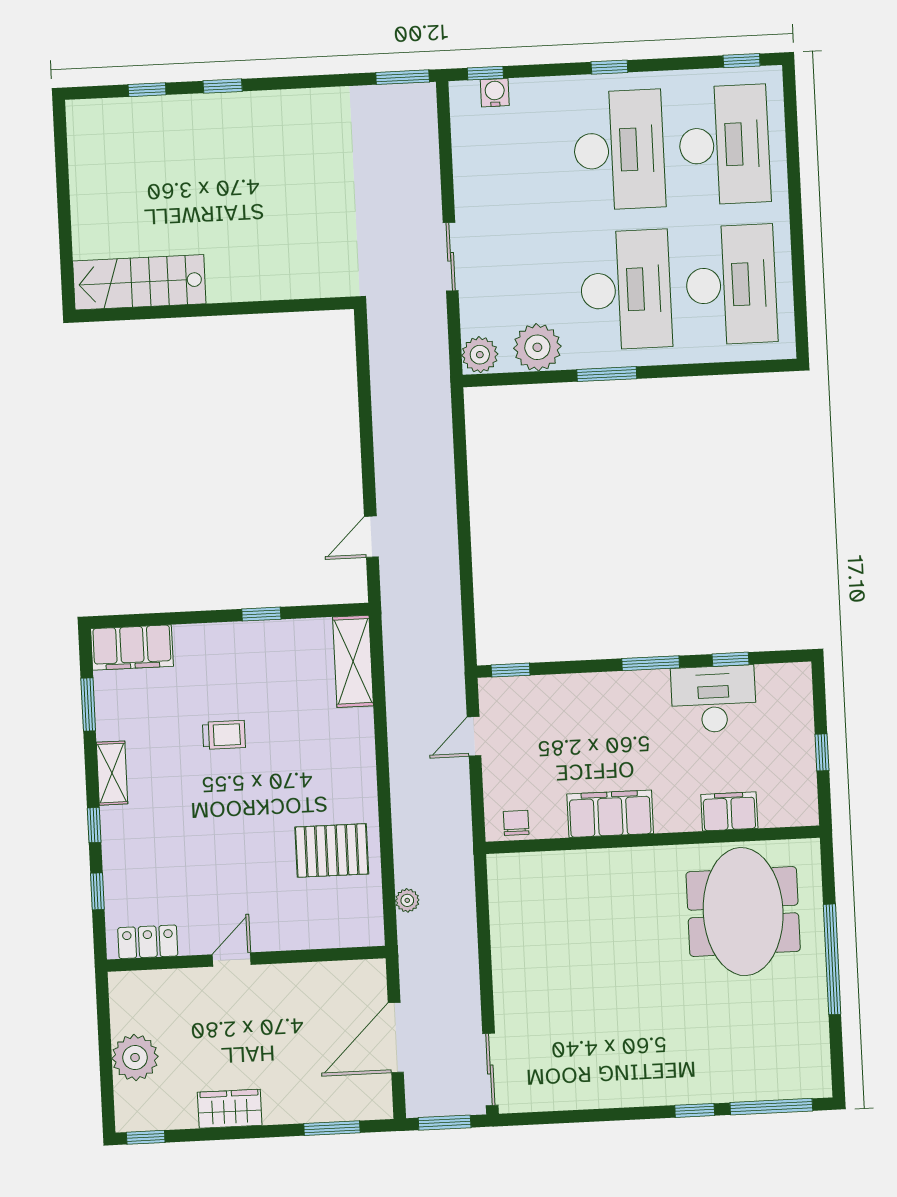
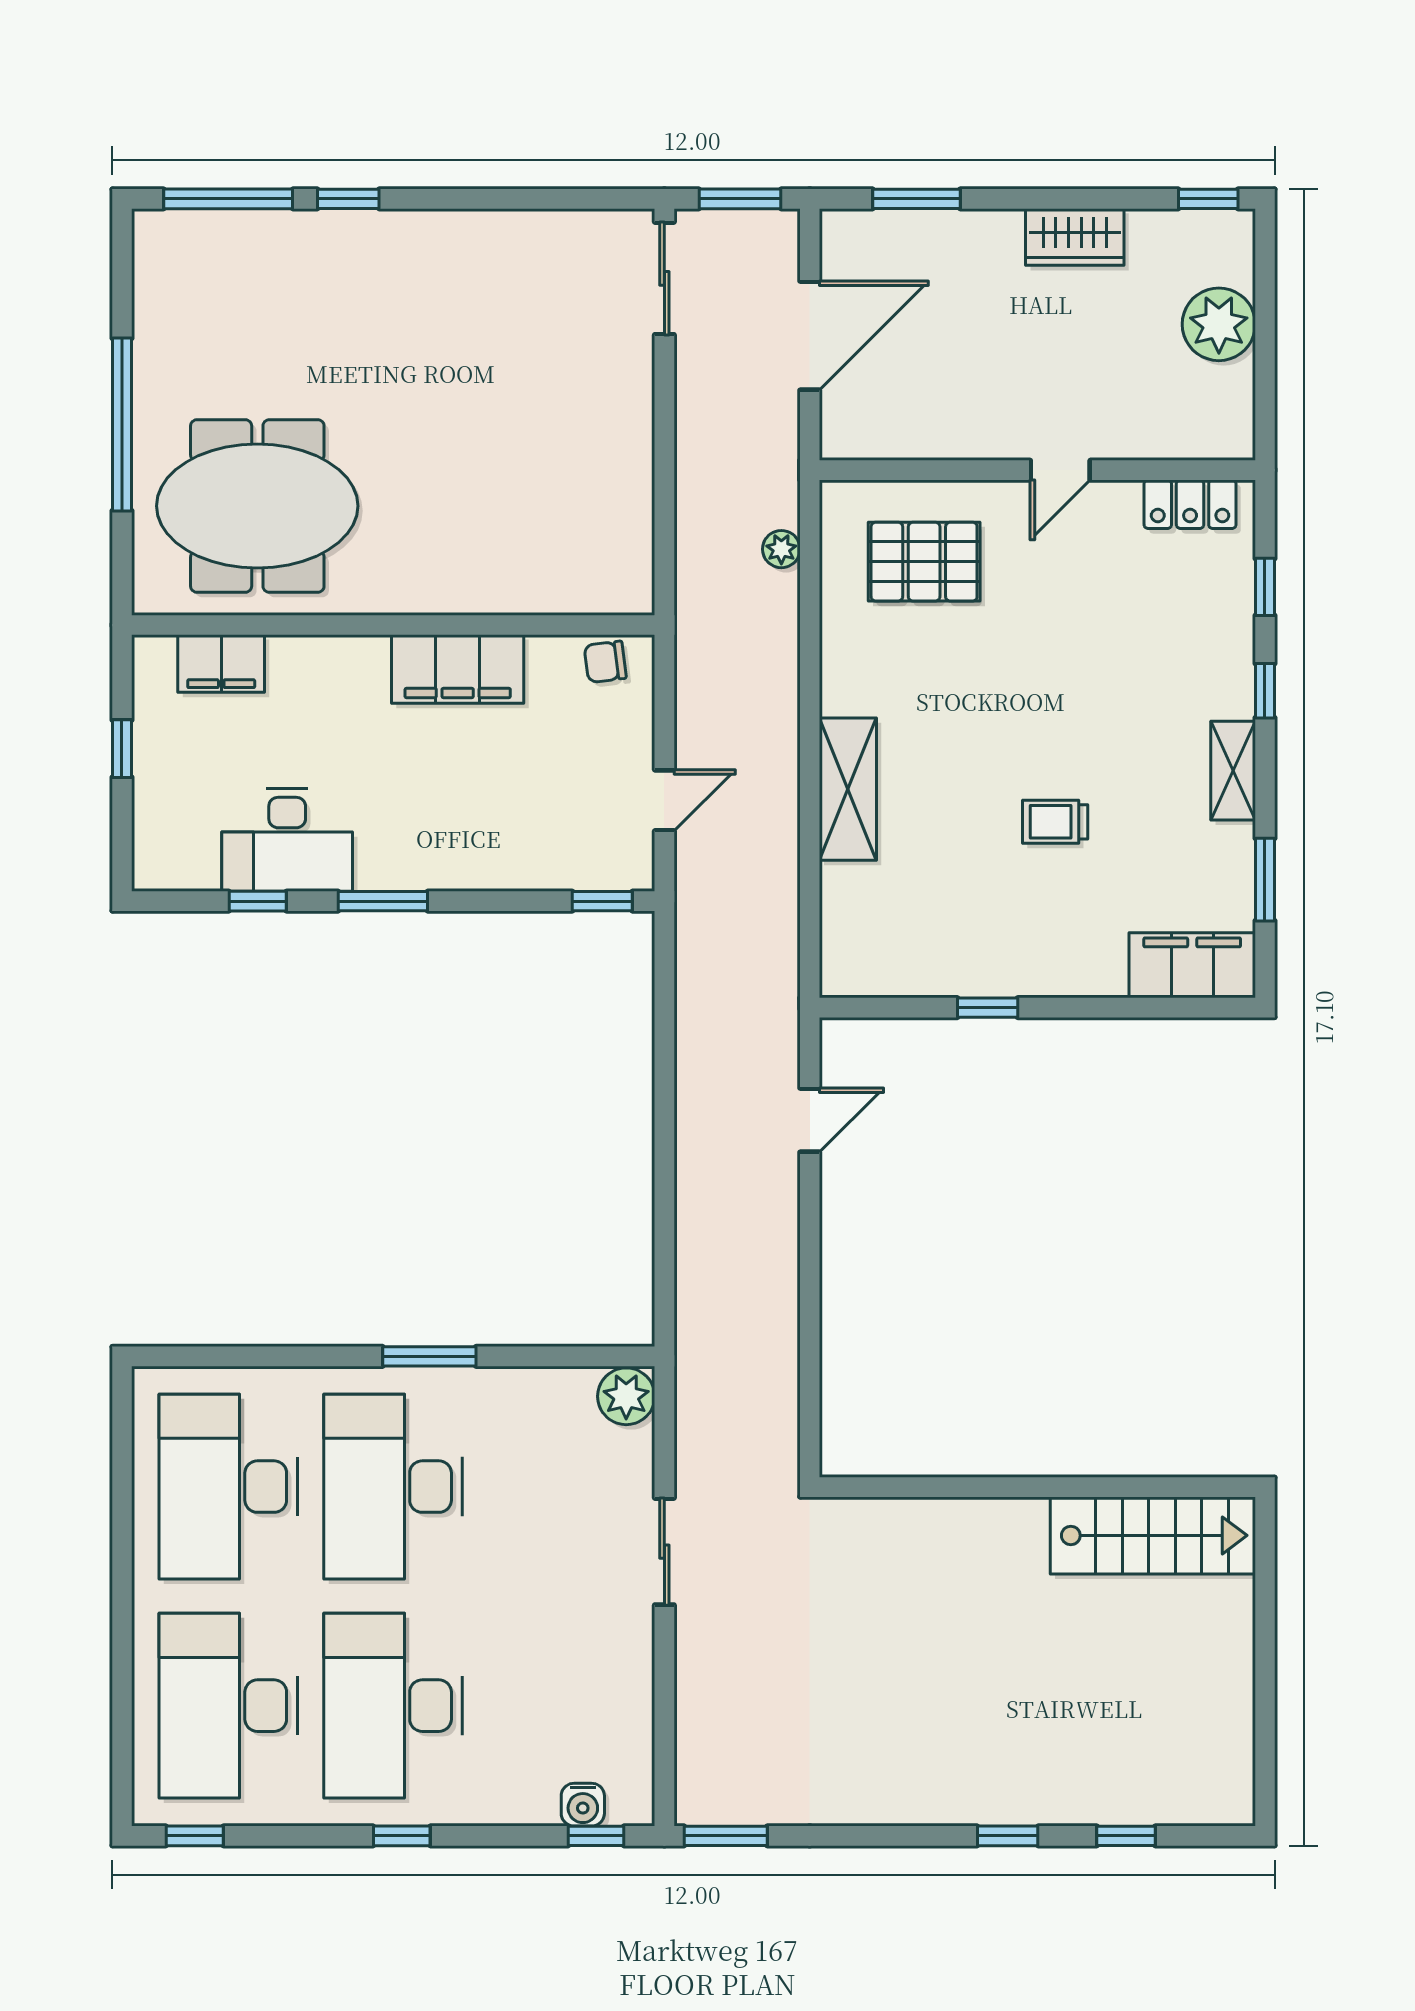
plant: (537, 347) -> (536, 1403), removed
shelving: (353, 661) -> (848, 789), moved
filing cabinet: (729, 811) -> (221, 664), moved
chair: (516, 823) -> (605, 662), turned 83
pallet: (332, 850) -> (924, 562), moved
meeting table: (743, 912) -> (257, 506), turned 90

